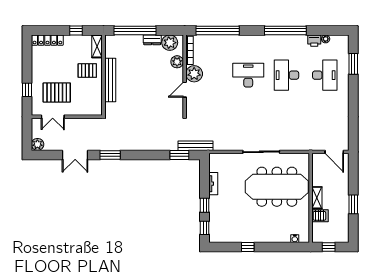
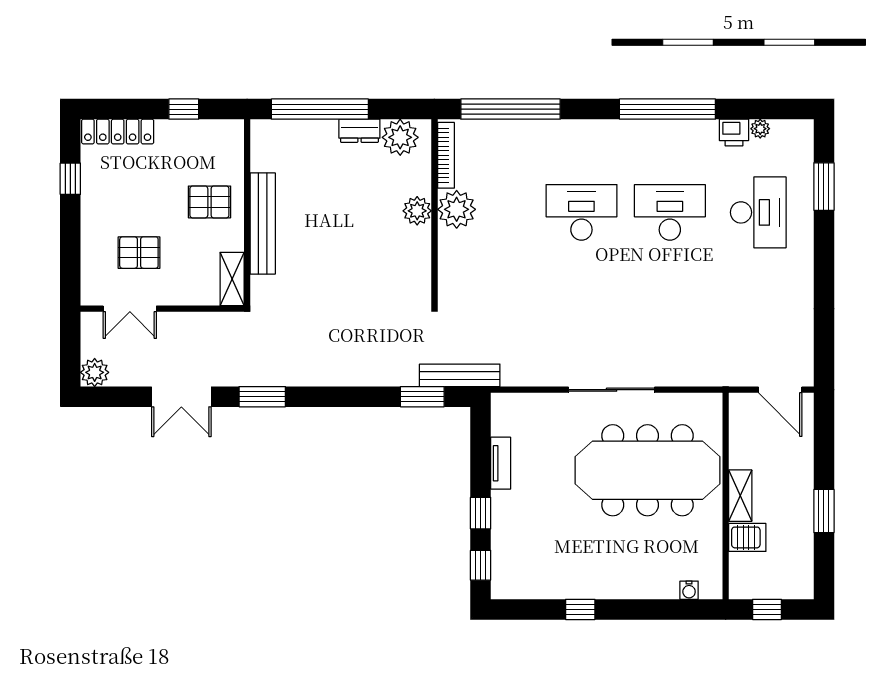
shelving: (97, 46) -> (232, 279), moved
plant: (177, 62) -> (417, 211), moved
desk: (286, 75) -> (670, 212), turned 90
window: (27, 90) -> (70, 179), moved
door: (185, 90) -> (434, 246), removed
pallet: (57, 93) -> (139, 253), width x0.67, depth x0.71

